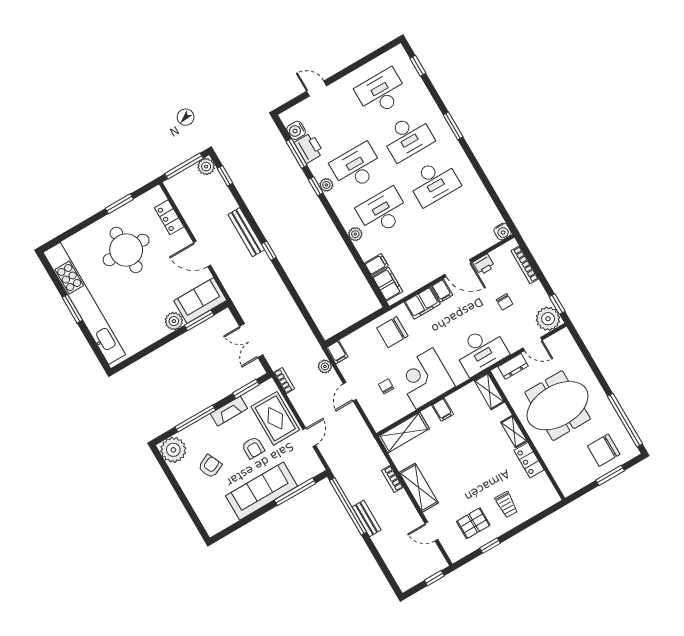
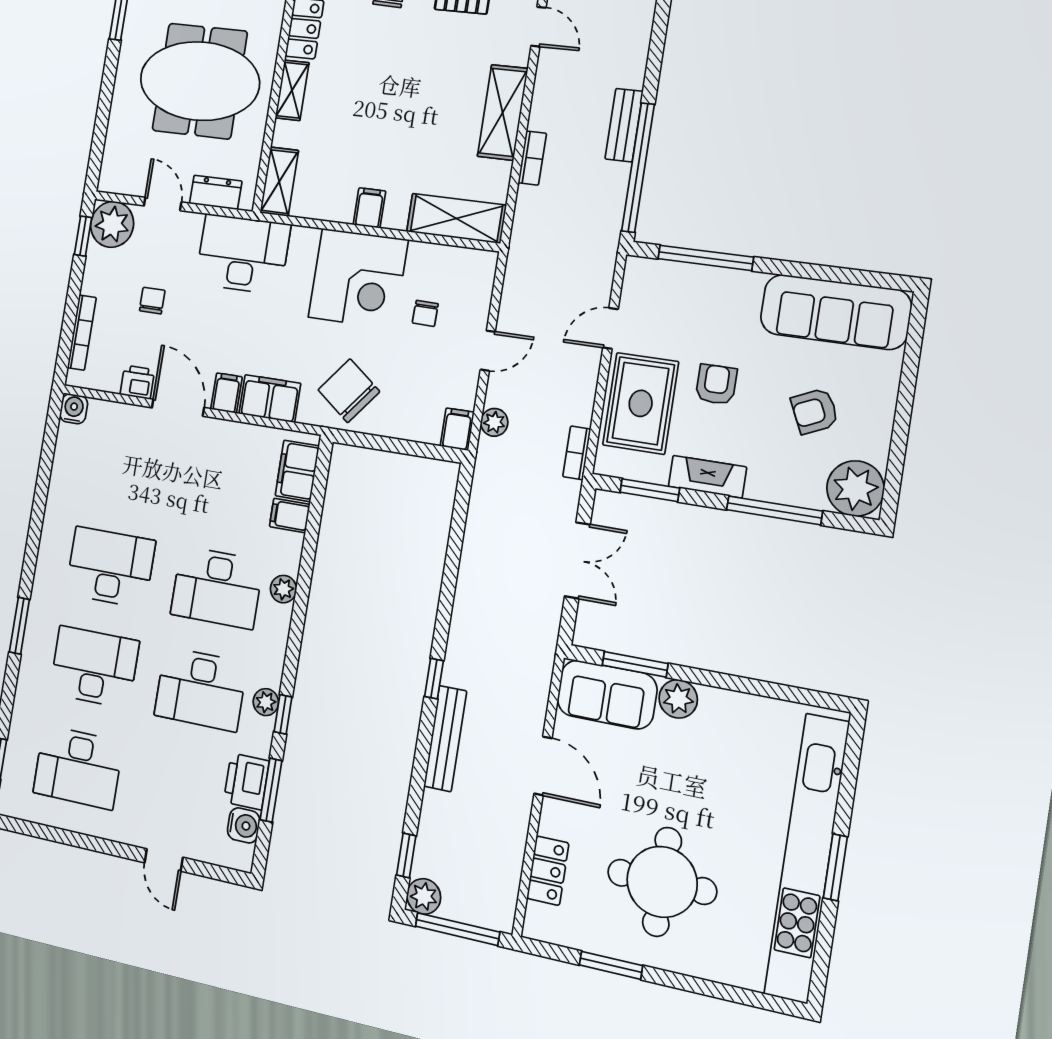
chair: (392, 332) -> (349, 391), turned -142
sofa: (262, 491) -> (835, 312), moved

